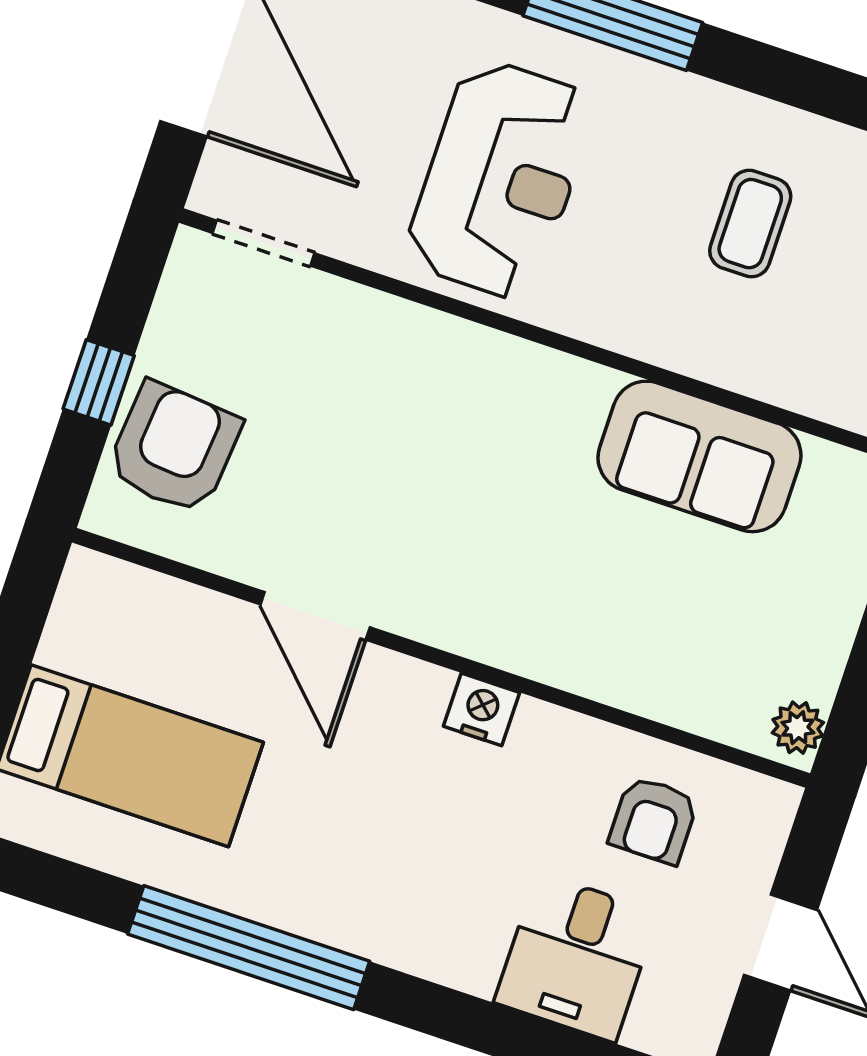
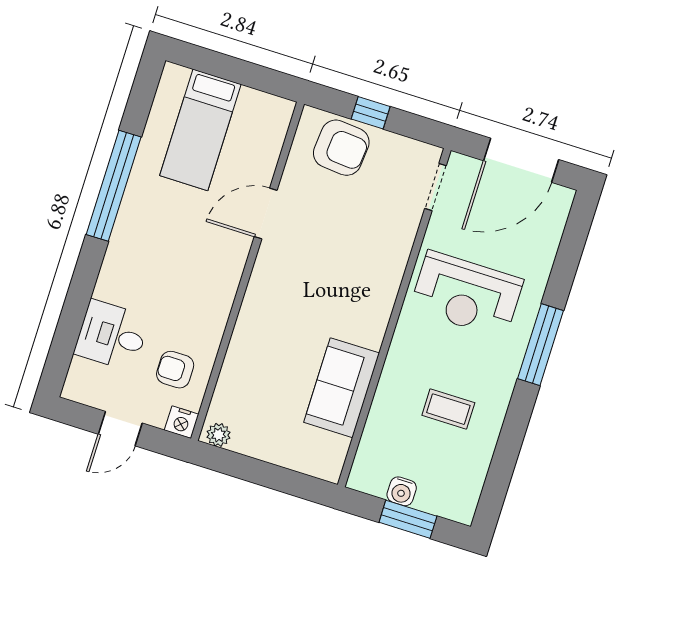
nightstand: (481, 709) -> (182, 422), moved, turned 90

